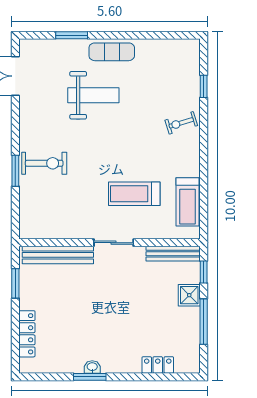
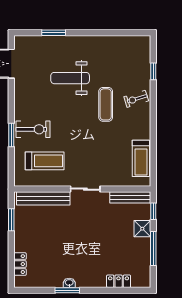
exercise mat: (112, 52) -> (106, 104), moved, turned 90
weight bench: (93, 95) -> (70, 78), turned 180
treadmill: (134, 194) -> (45, 161), moved, turned 180
locker: (27, 334) -> (20, 264), width x0.66

